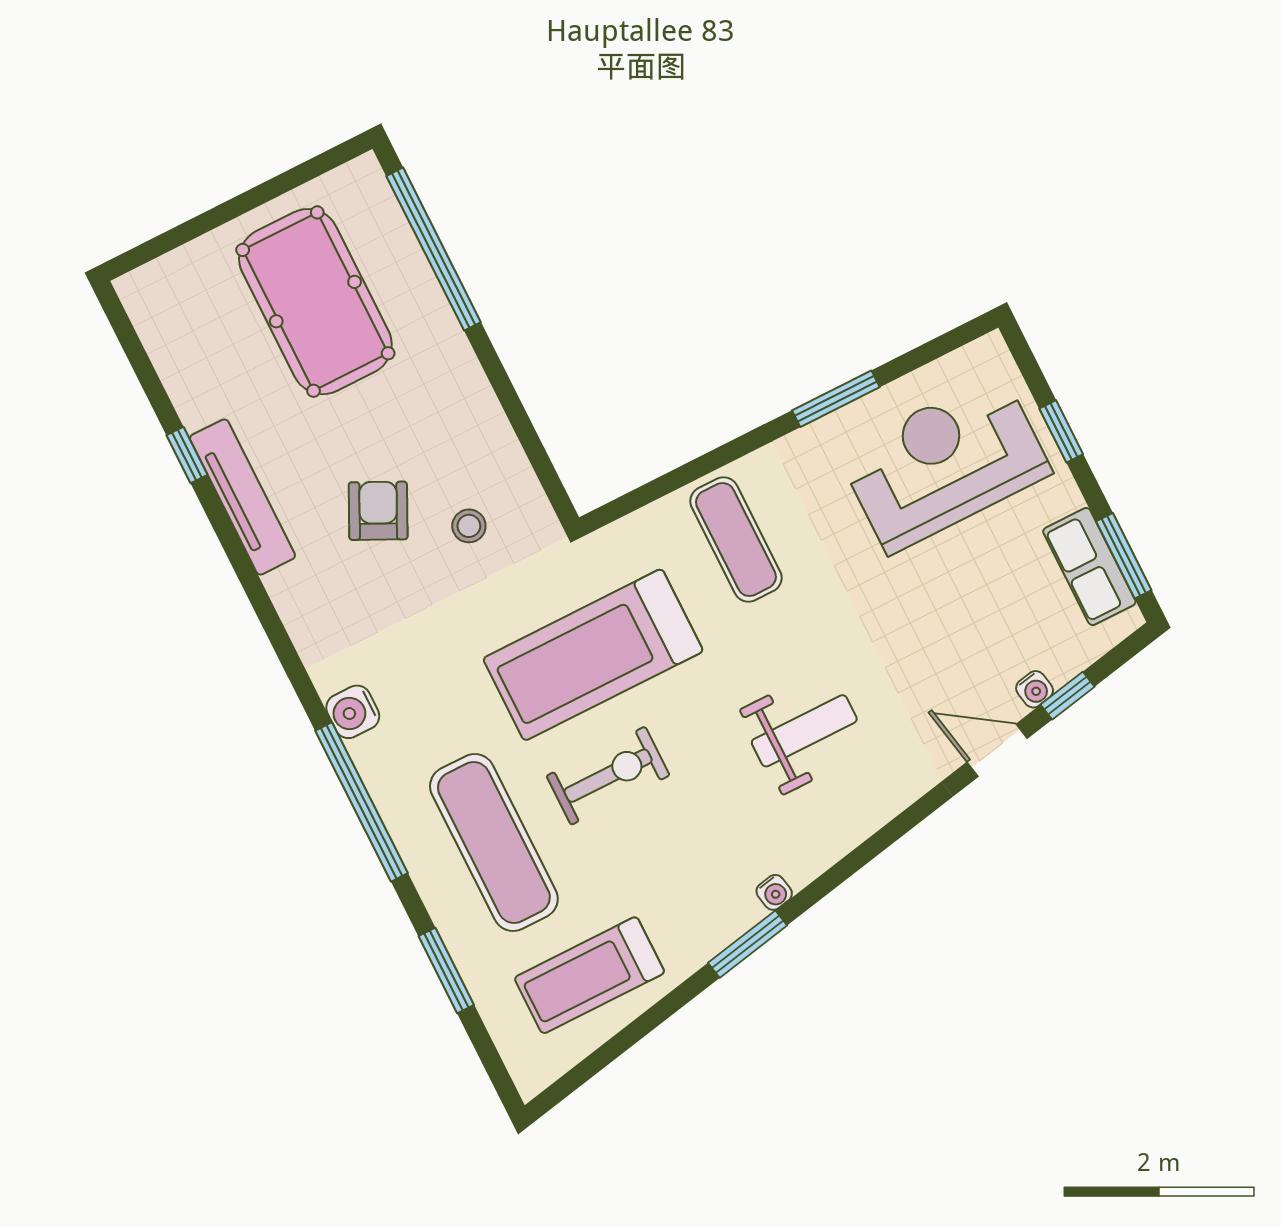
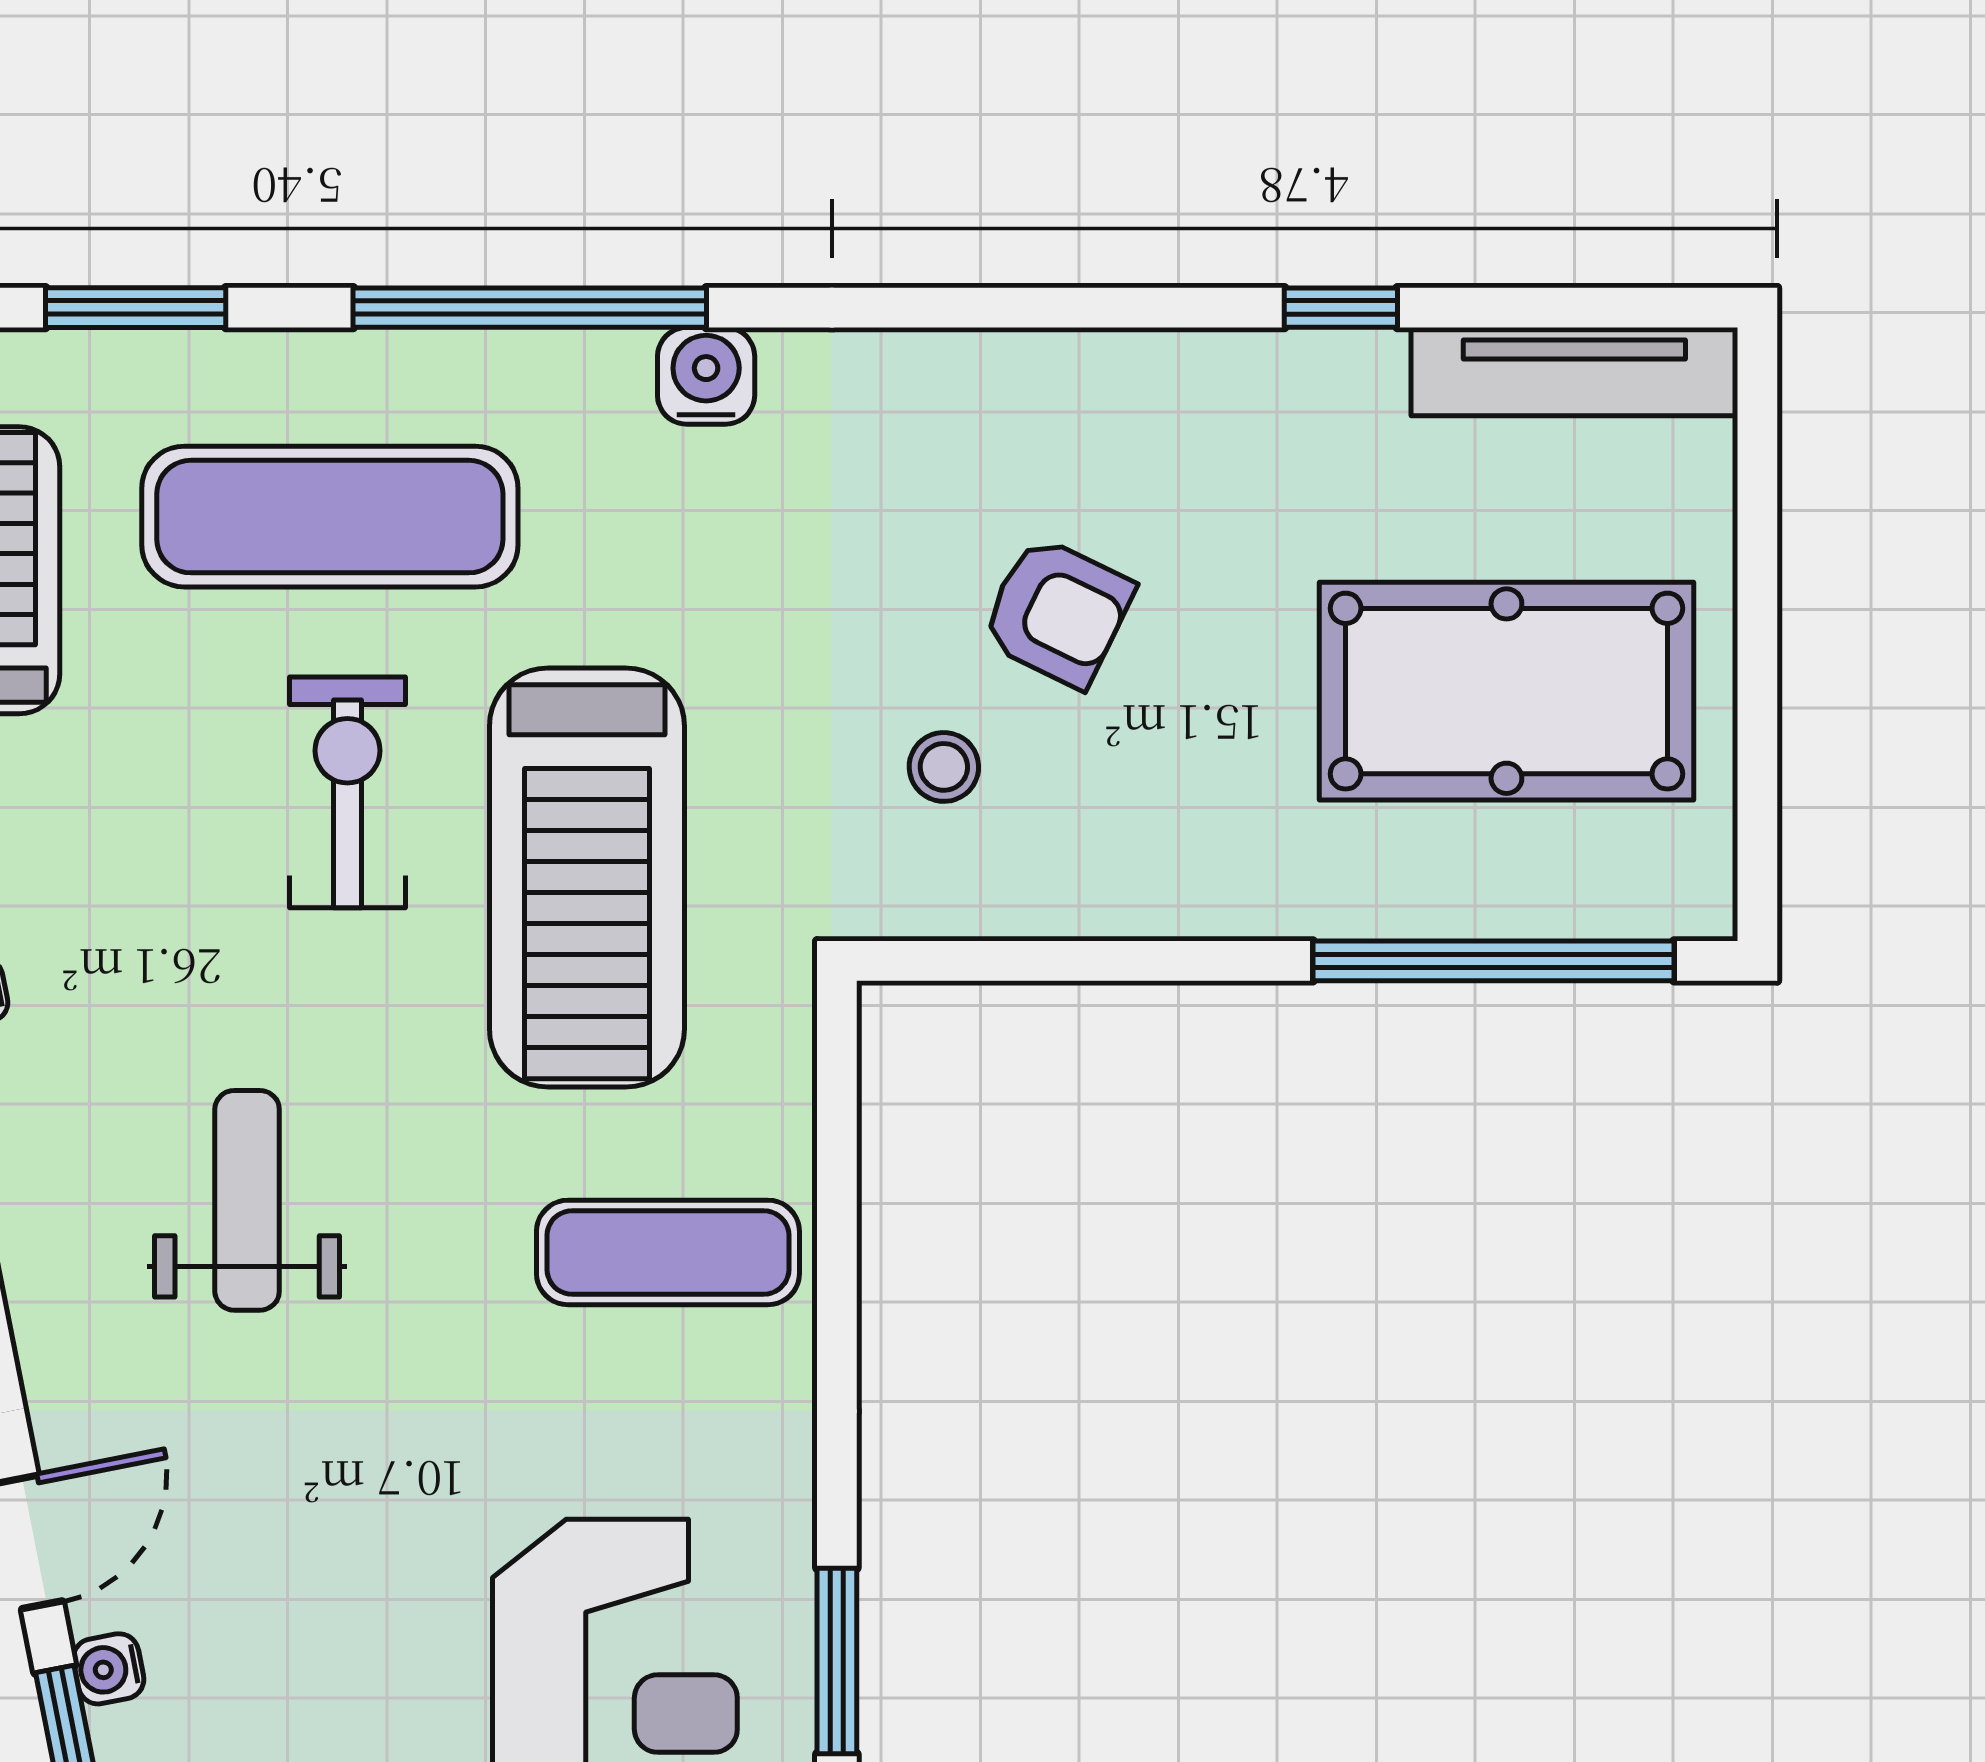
window: (836, 399) -> (837, 1661), moved
tv unit: (242, 497) -> (1574, 372), moved
treadmill: (593, 655) -> (587, 878), turned 180
weight bench: (804, 731) -> (247, 1200), turned 180
exercise bike: (608, 776) -> (347, 792), turned 180

